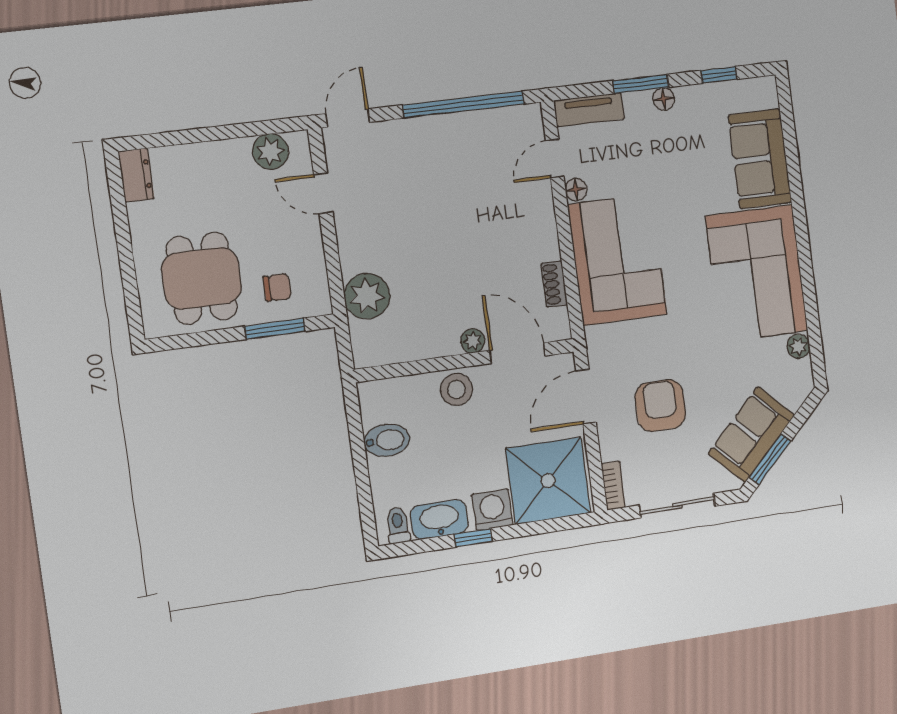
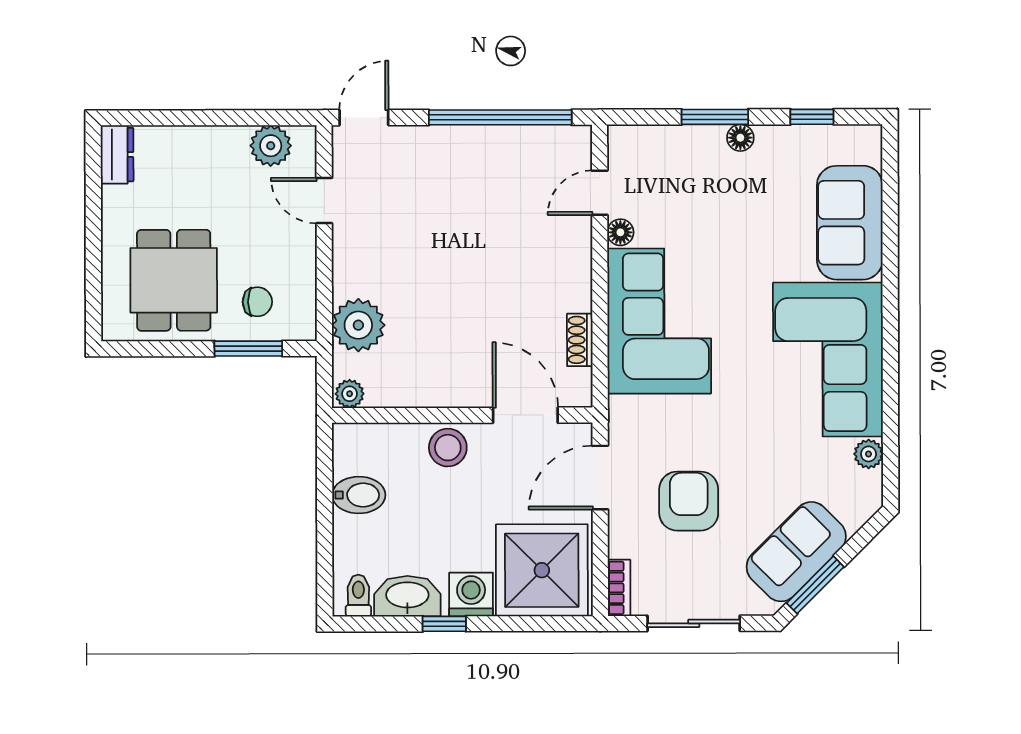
tv unit: (589, 110) -> (648, 140), removed
plant: (473, 341) -> (350, 394), moved

